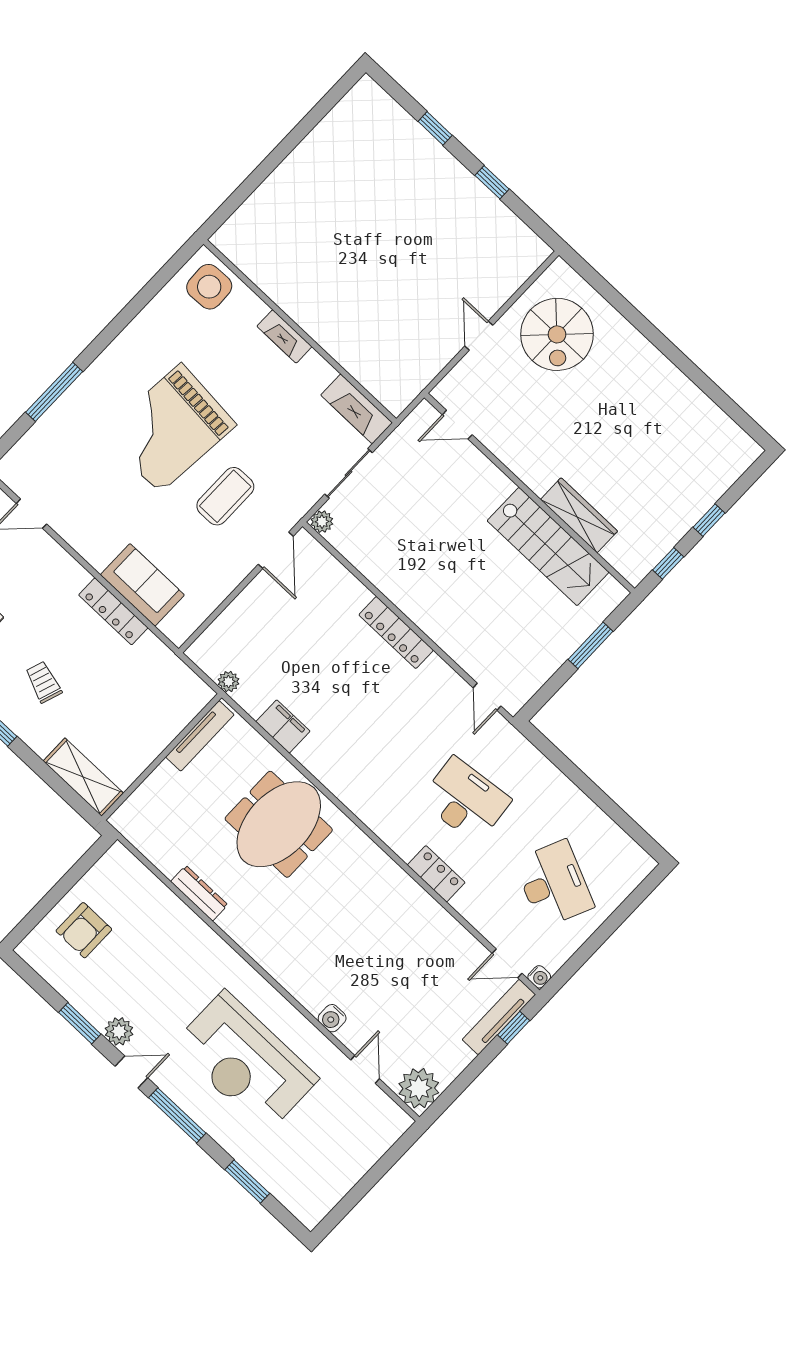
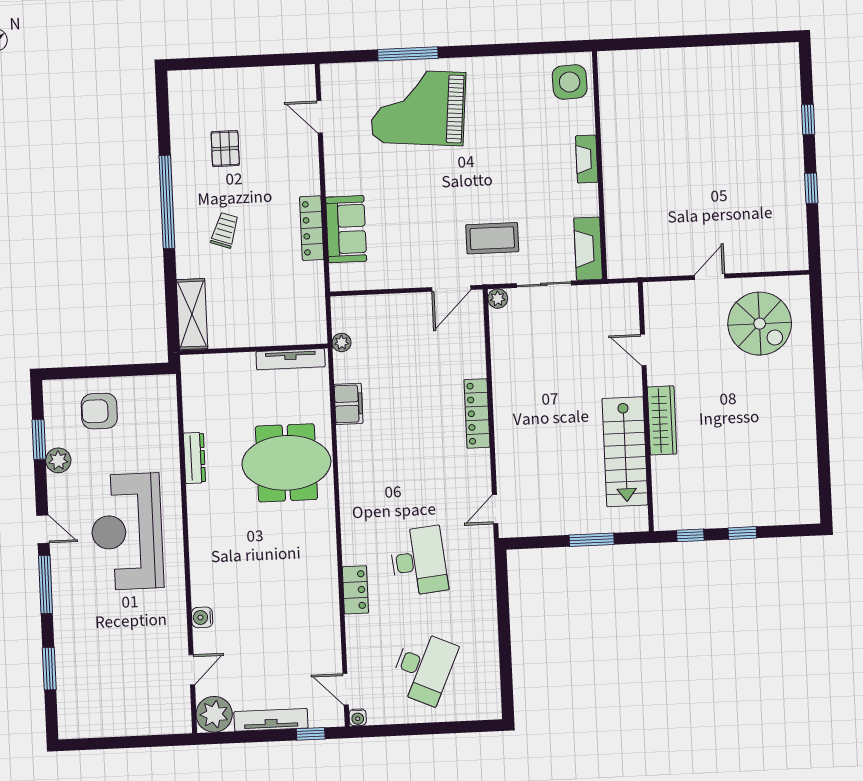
spiral stairs: (557, 334) -> (760, 324), turned -90
door: (457, 425) -> (643, 350), moved
grand piano: (170, 428) -> (418, 107), moved
coffee table: (225, 496) -> (492, 238), moved
wardrobe: (579, 515) -> (662, 420), moved
tv unit: (499, 1017) -> (271, 720), moved
window: (80, 1023) -> (39, 439), moved
plant: (119, 1031) -> (58, 460), moved
reception desk: (245, 1062) -> (127, 532), moved

